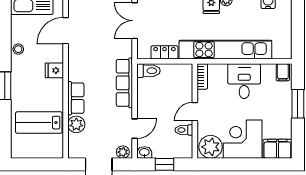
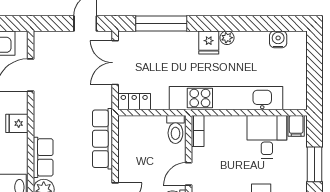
locker: (165, 52) -> (134, 102), moved
toilet: (149, 71) -> (175, 129), moved, turned 90
desk: (244, 81) -> (267, 137), moved

